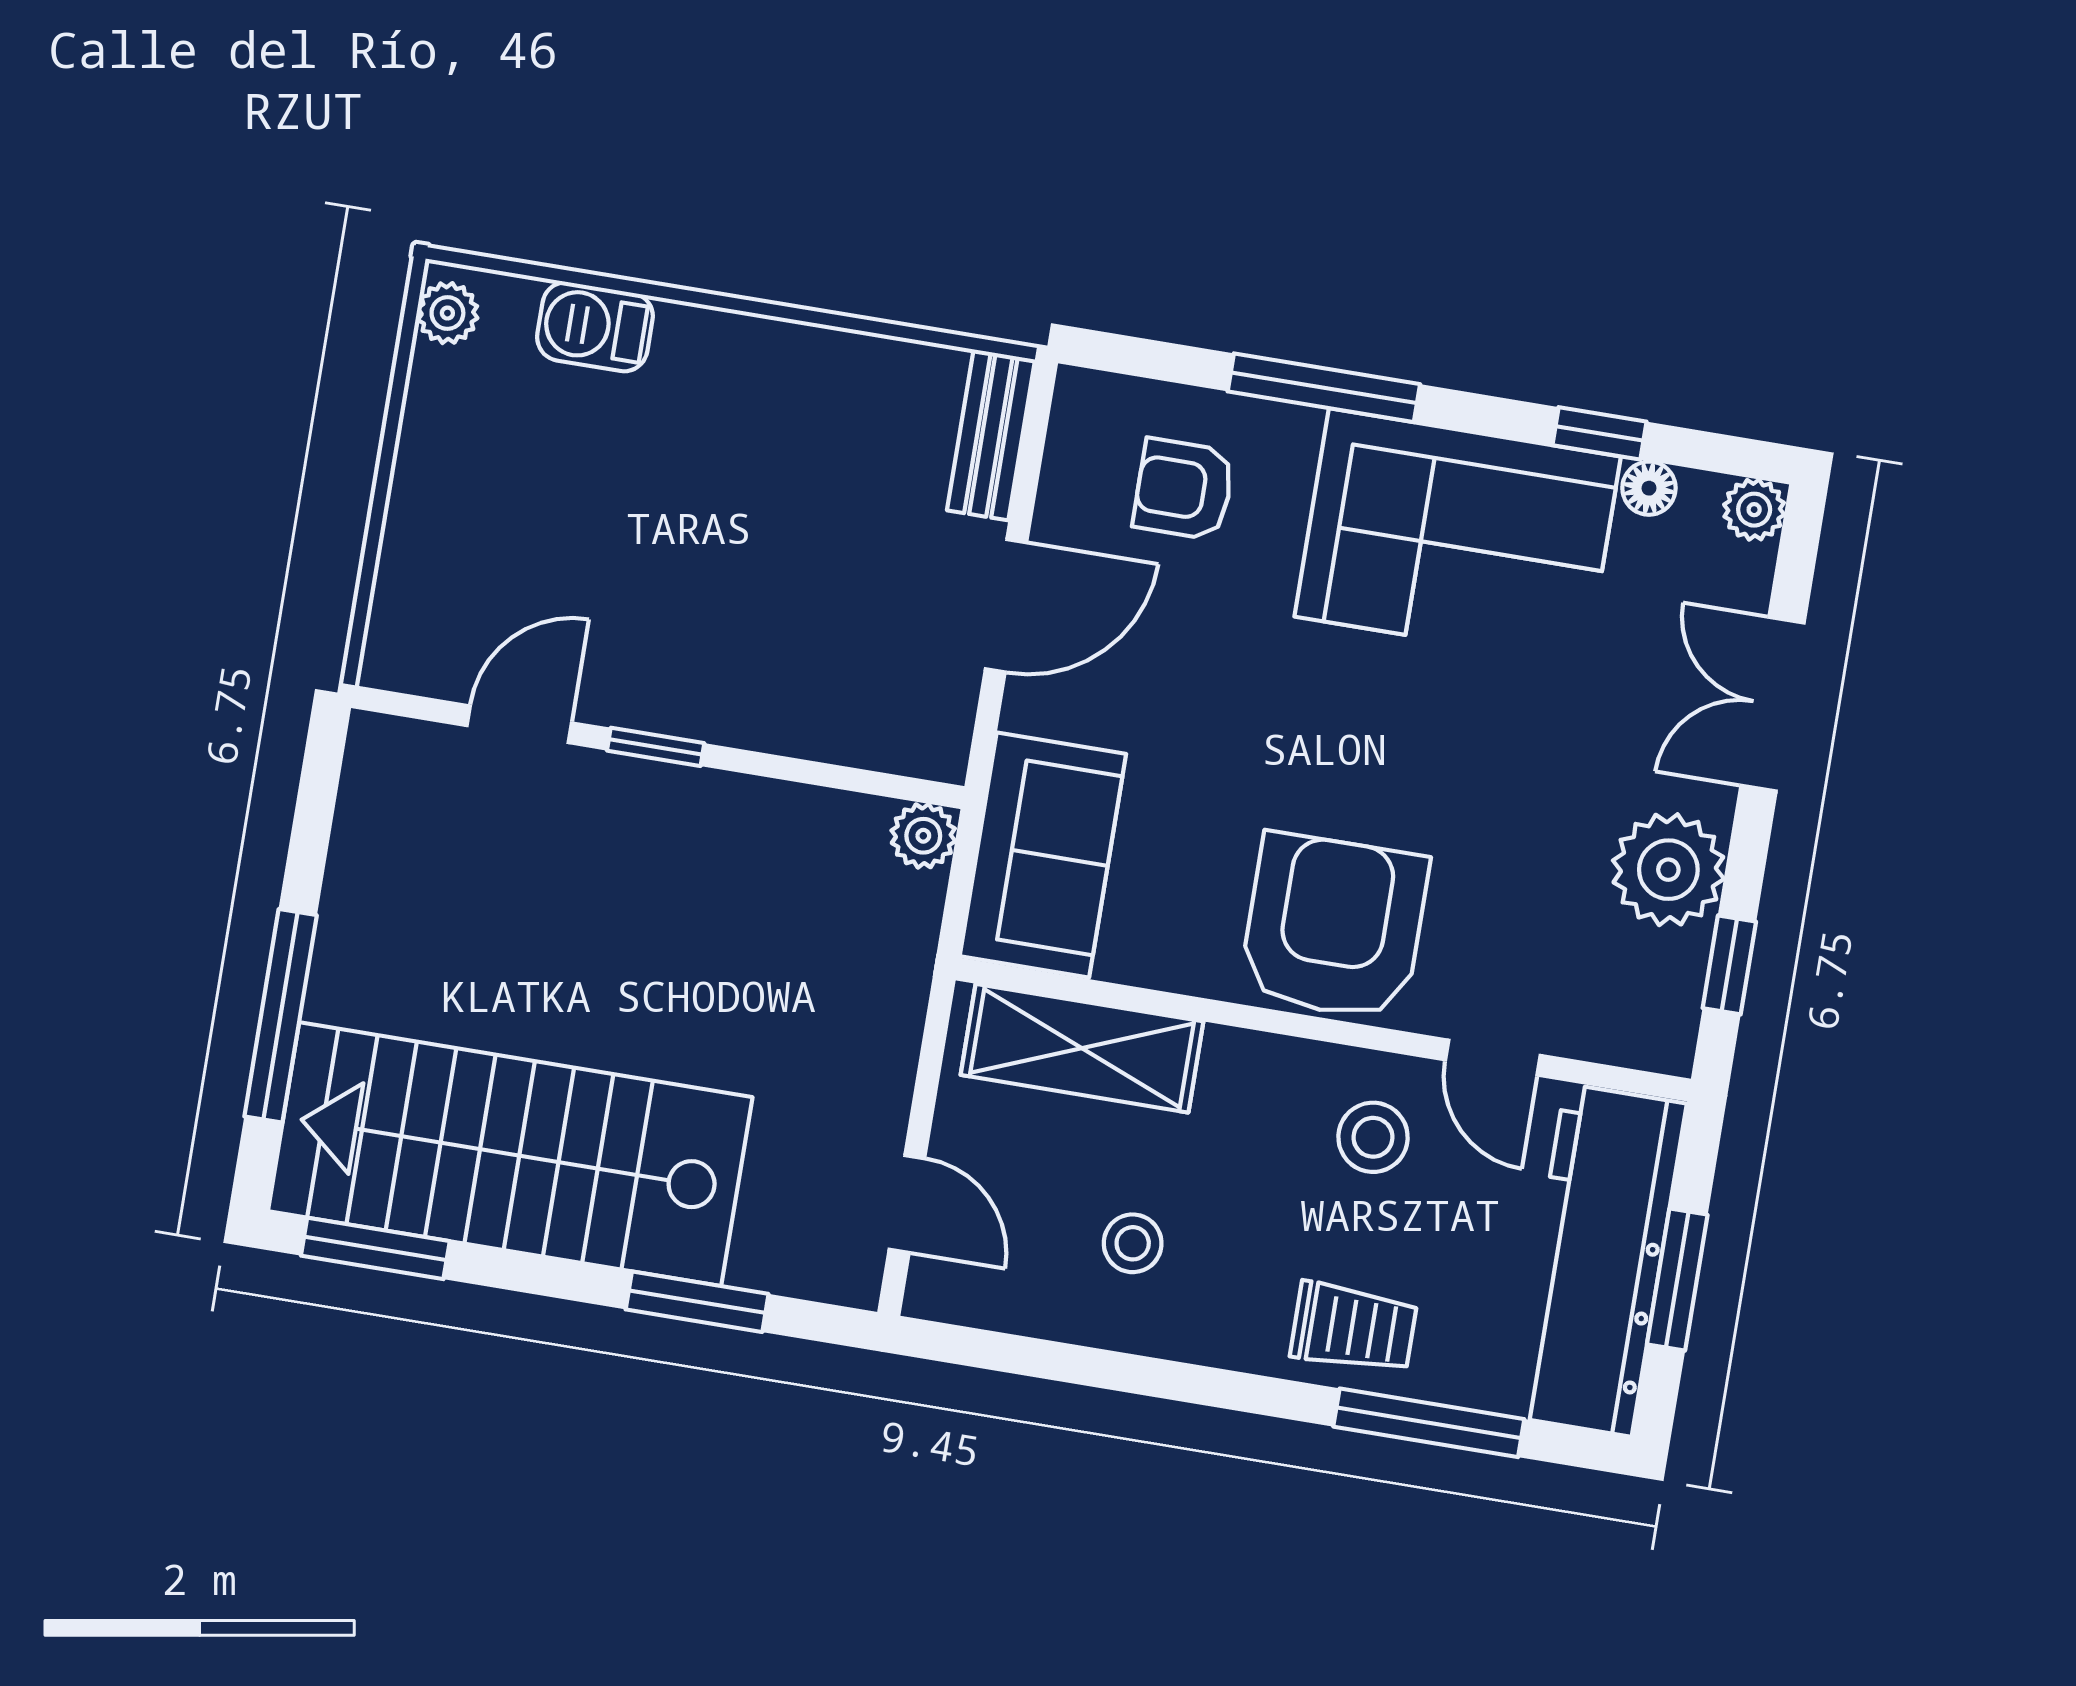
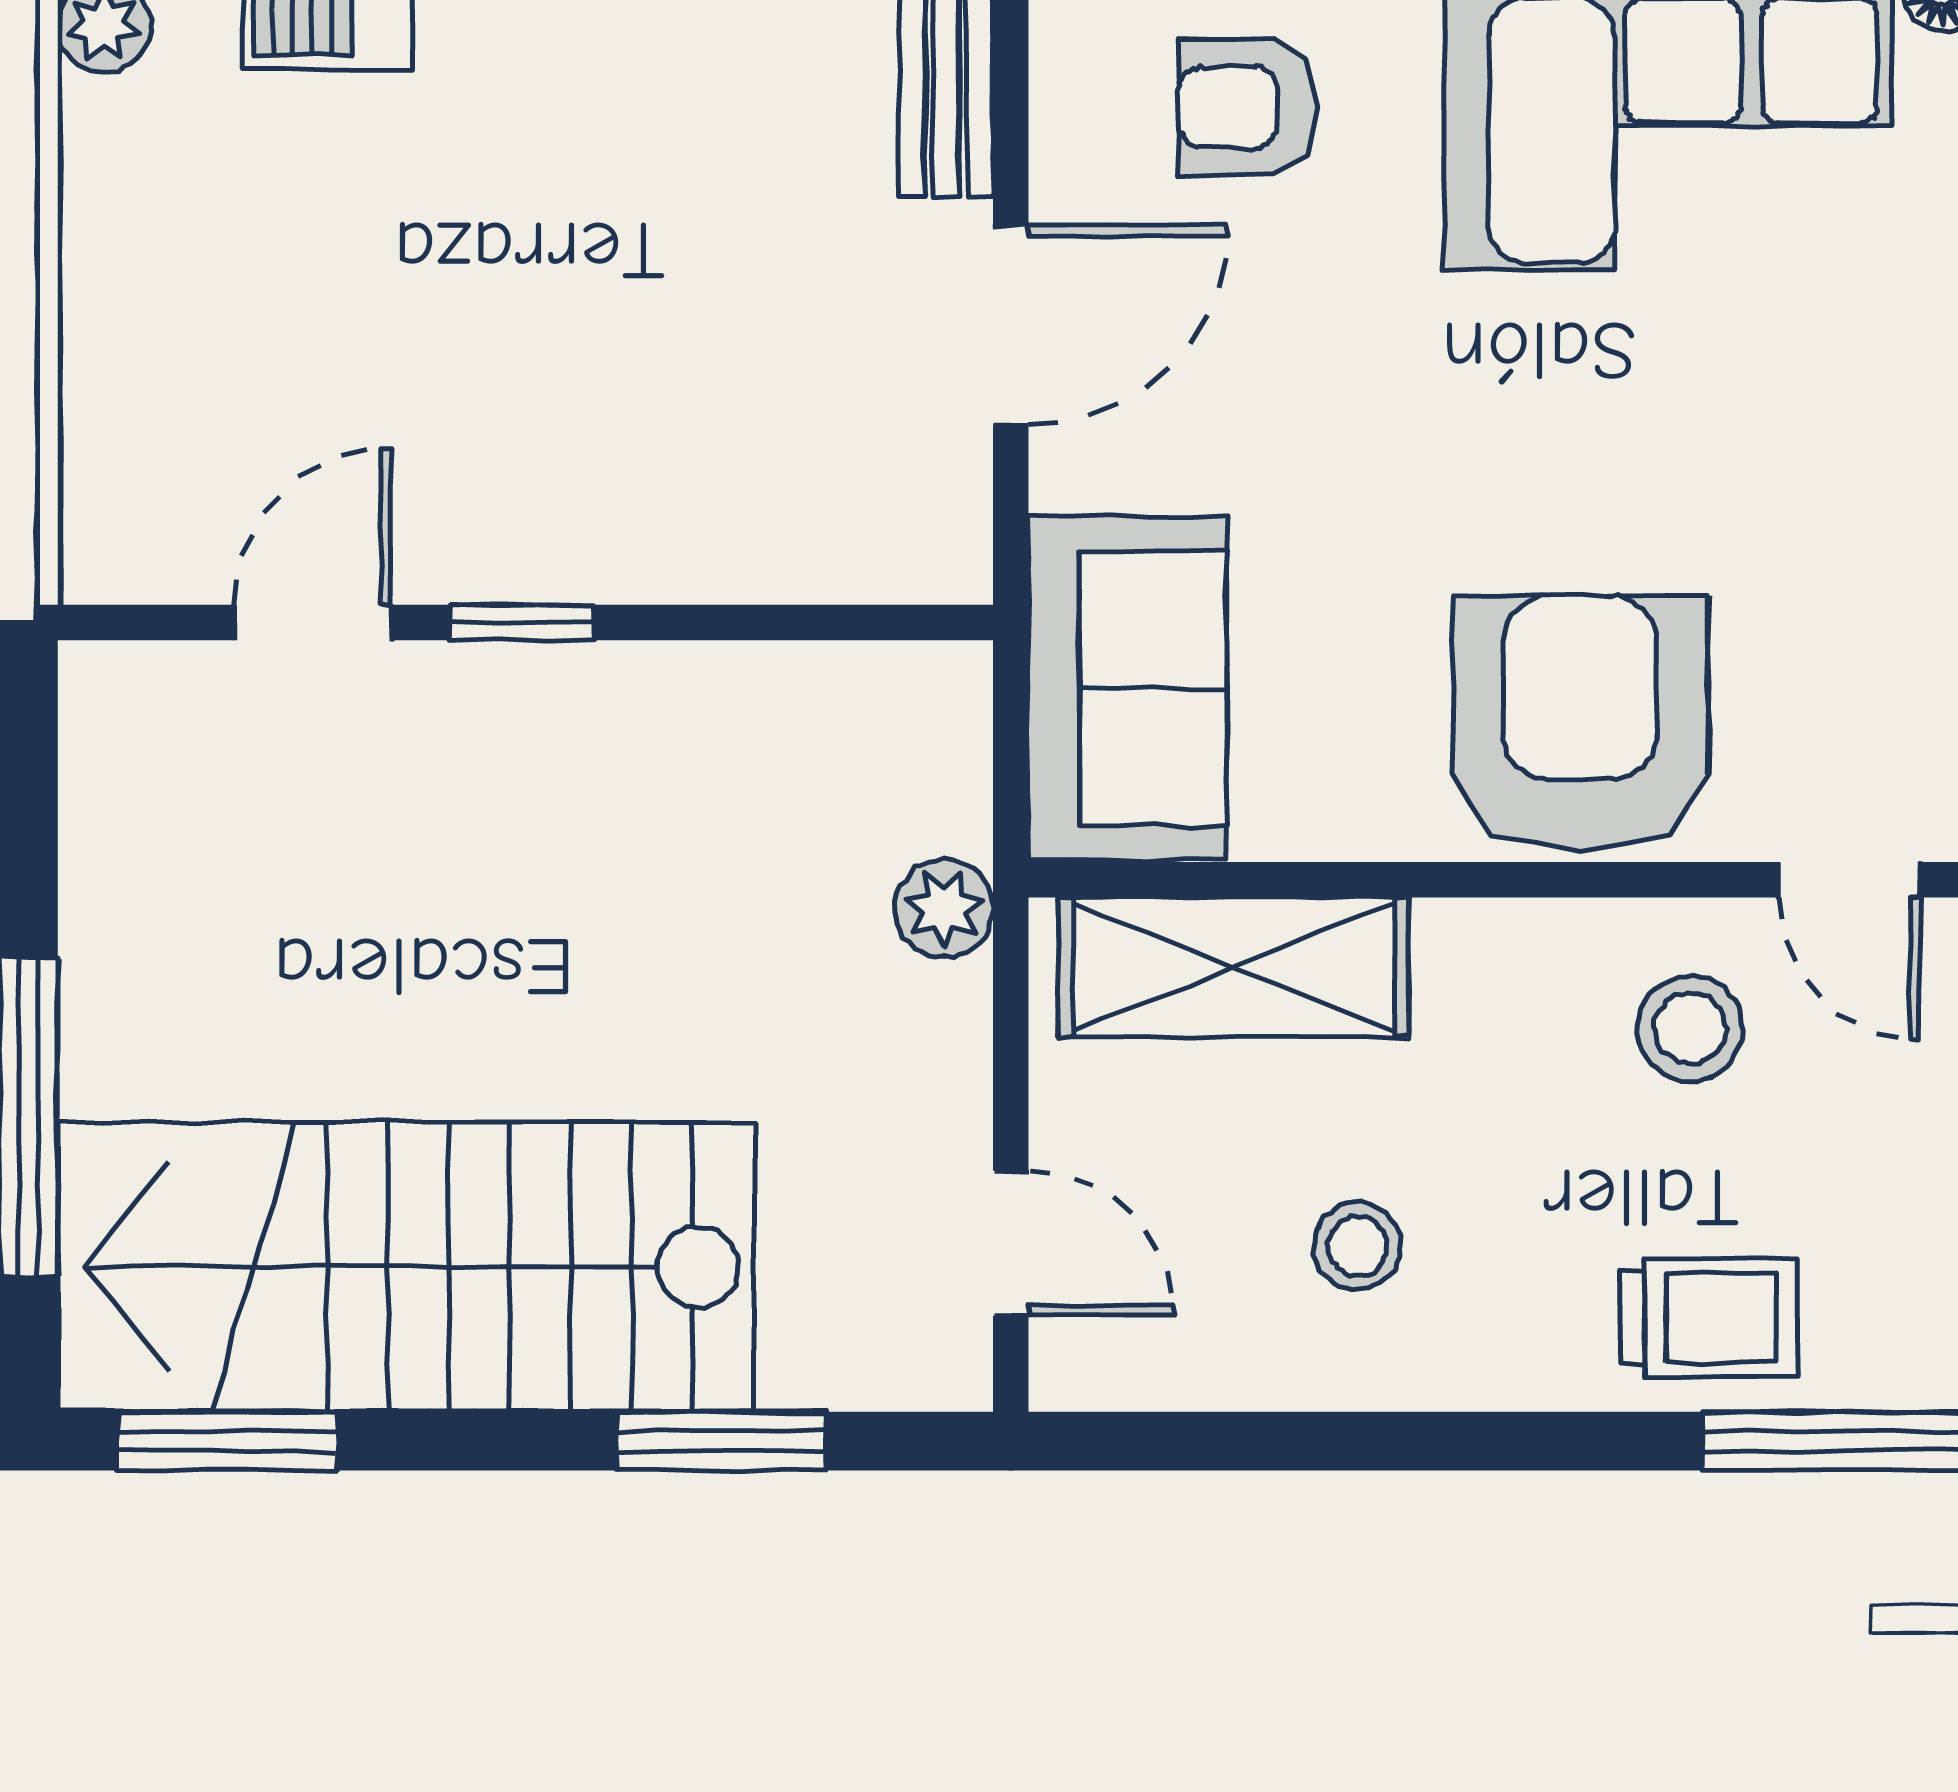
plant: (923, 836) -> (944, 908), moved

